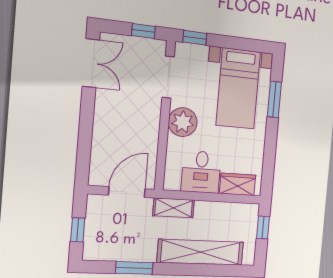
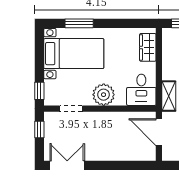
doorway: (168, 77) -> (71, 109), width x0.73
desk: (201, 172) -> (141, 90), moved, turned 90

